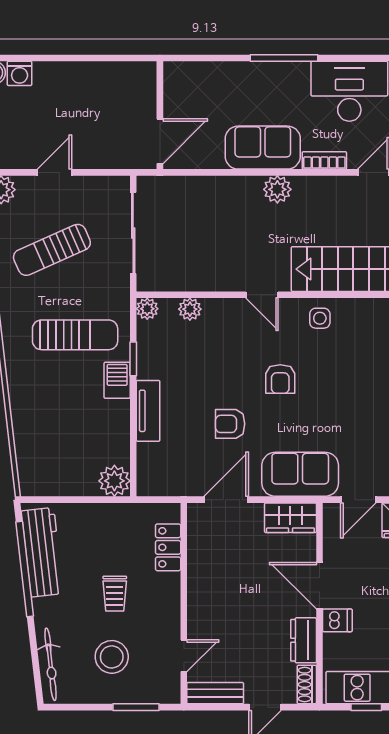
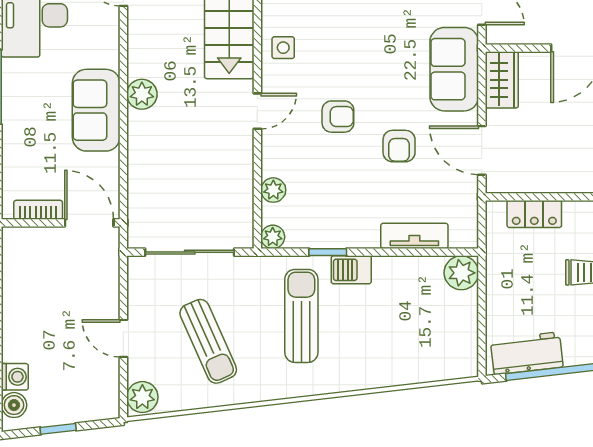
bookcase: (324, 160) -> (38, 210), moved, turned 90
armchair: (280, 379) -> (338, 117), moved
tv unit: (148, 411) -> (414, 236), moved
workbench: (42, 552) -> (527, 353), width x0.73

